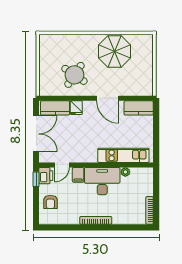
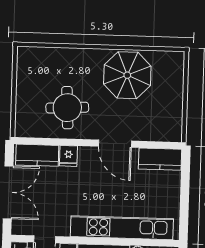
round table: (74, 75) -> (67, 108), turned -37
kitchen unit: (123, 155) -> (122, 228), width x1.36

